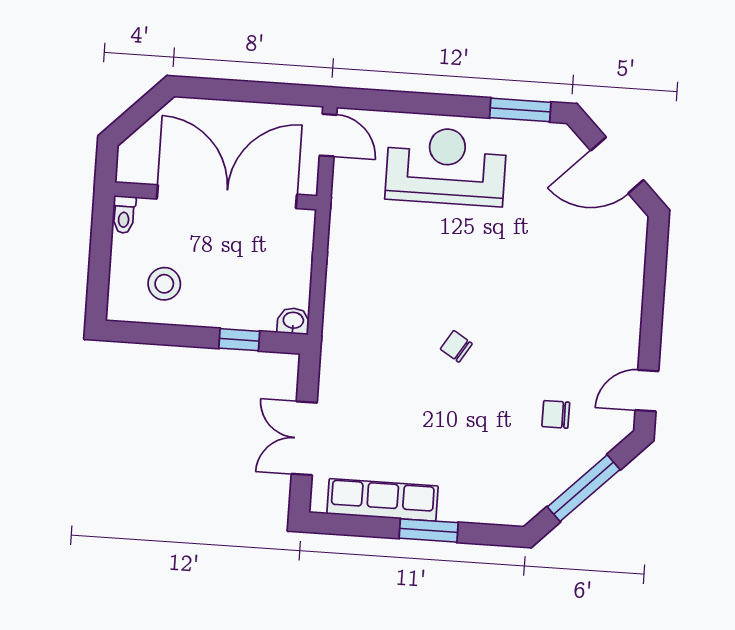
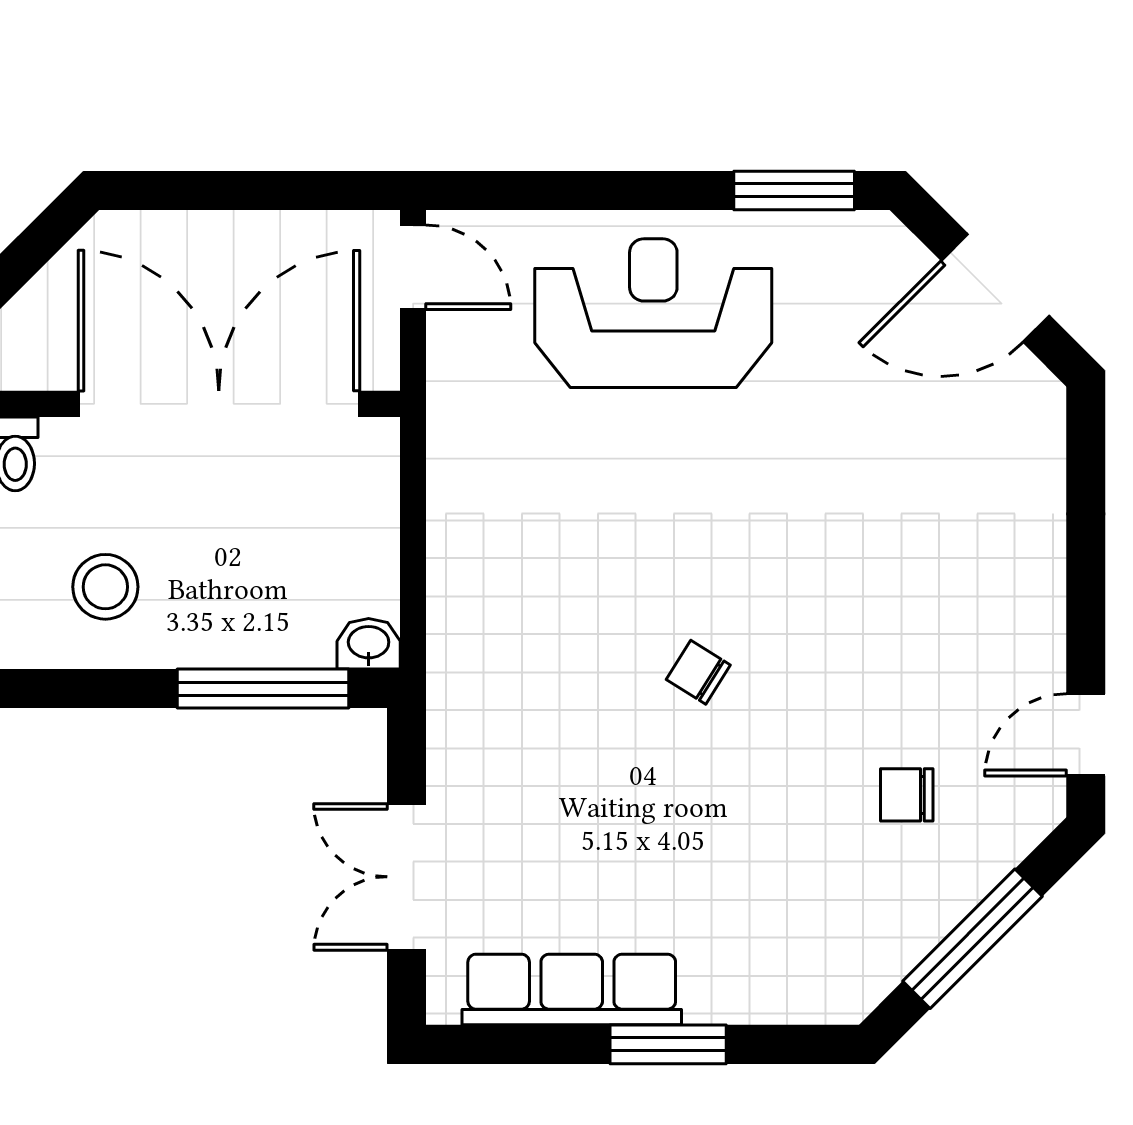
window: (239, 340) -> (263, 689), width x2.17

